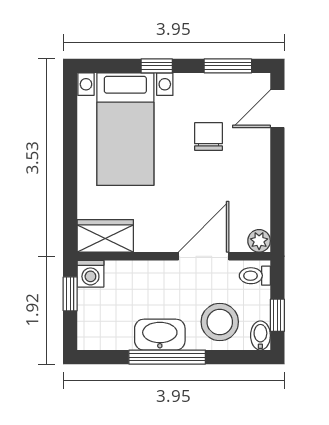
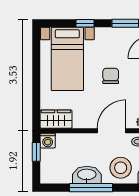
chair: (209, 137) -> (111, 76), moved

